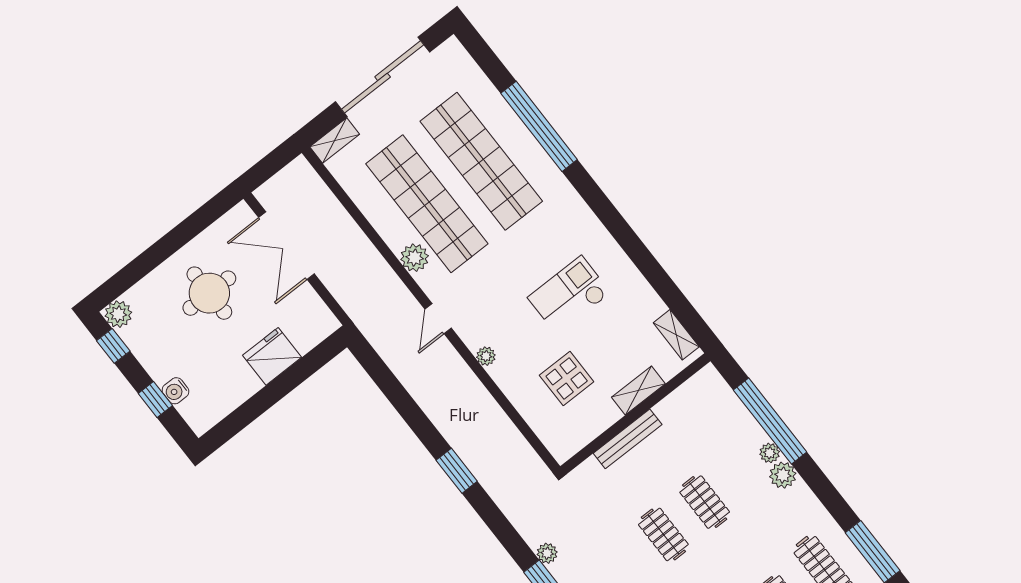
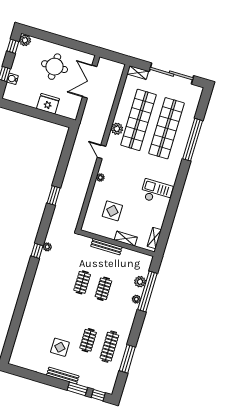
checkout: (569, 295) -> (156, 192), moved
door: (438, 319) -> (102, 152), hinge flipped
plant: (783, 475) -> (140, 282), moved

